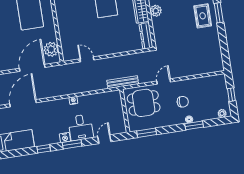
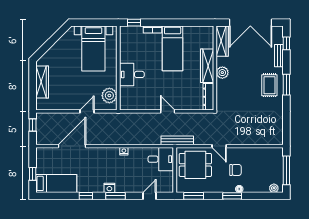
desk: (70, 26) -> (132, 74), added
door: (87, 59) -> (168, 111), moved
door: (32, 68) -> (87, 111), width x0.53
door: (164, 81) -> (219, 146), swing flipped
window: (231, 95) -> (286, 170), width x2.17
window: (194, 125) -> (232, 196), moved
desk: (81, 127) -> (161, 159), moved, turned -90

